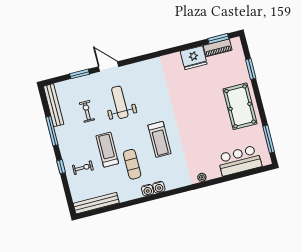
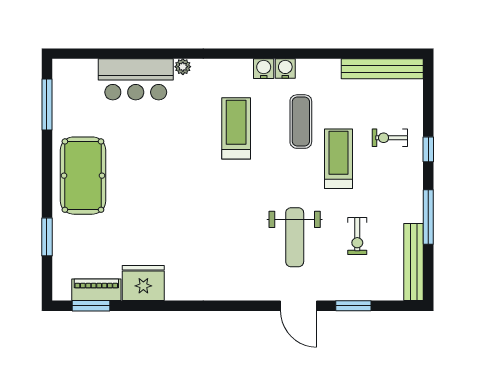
treadmill: (159, 139) -> (236, 128), moved
treadmill: (107, 150) -> (338, 159), turned 180
bar counter: (239, 161) -> (136, 79), moved

